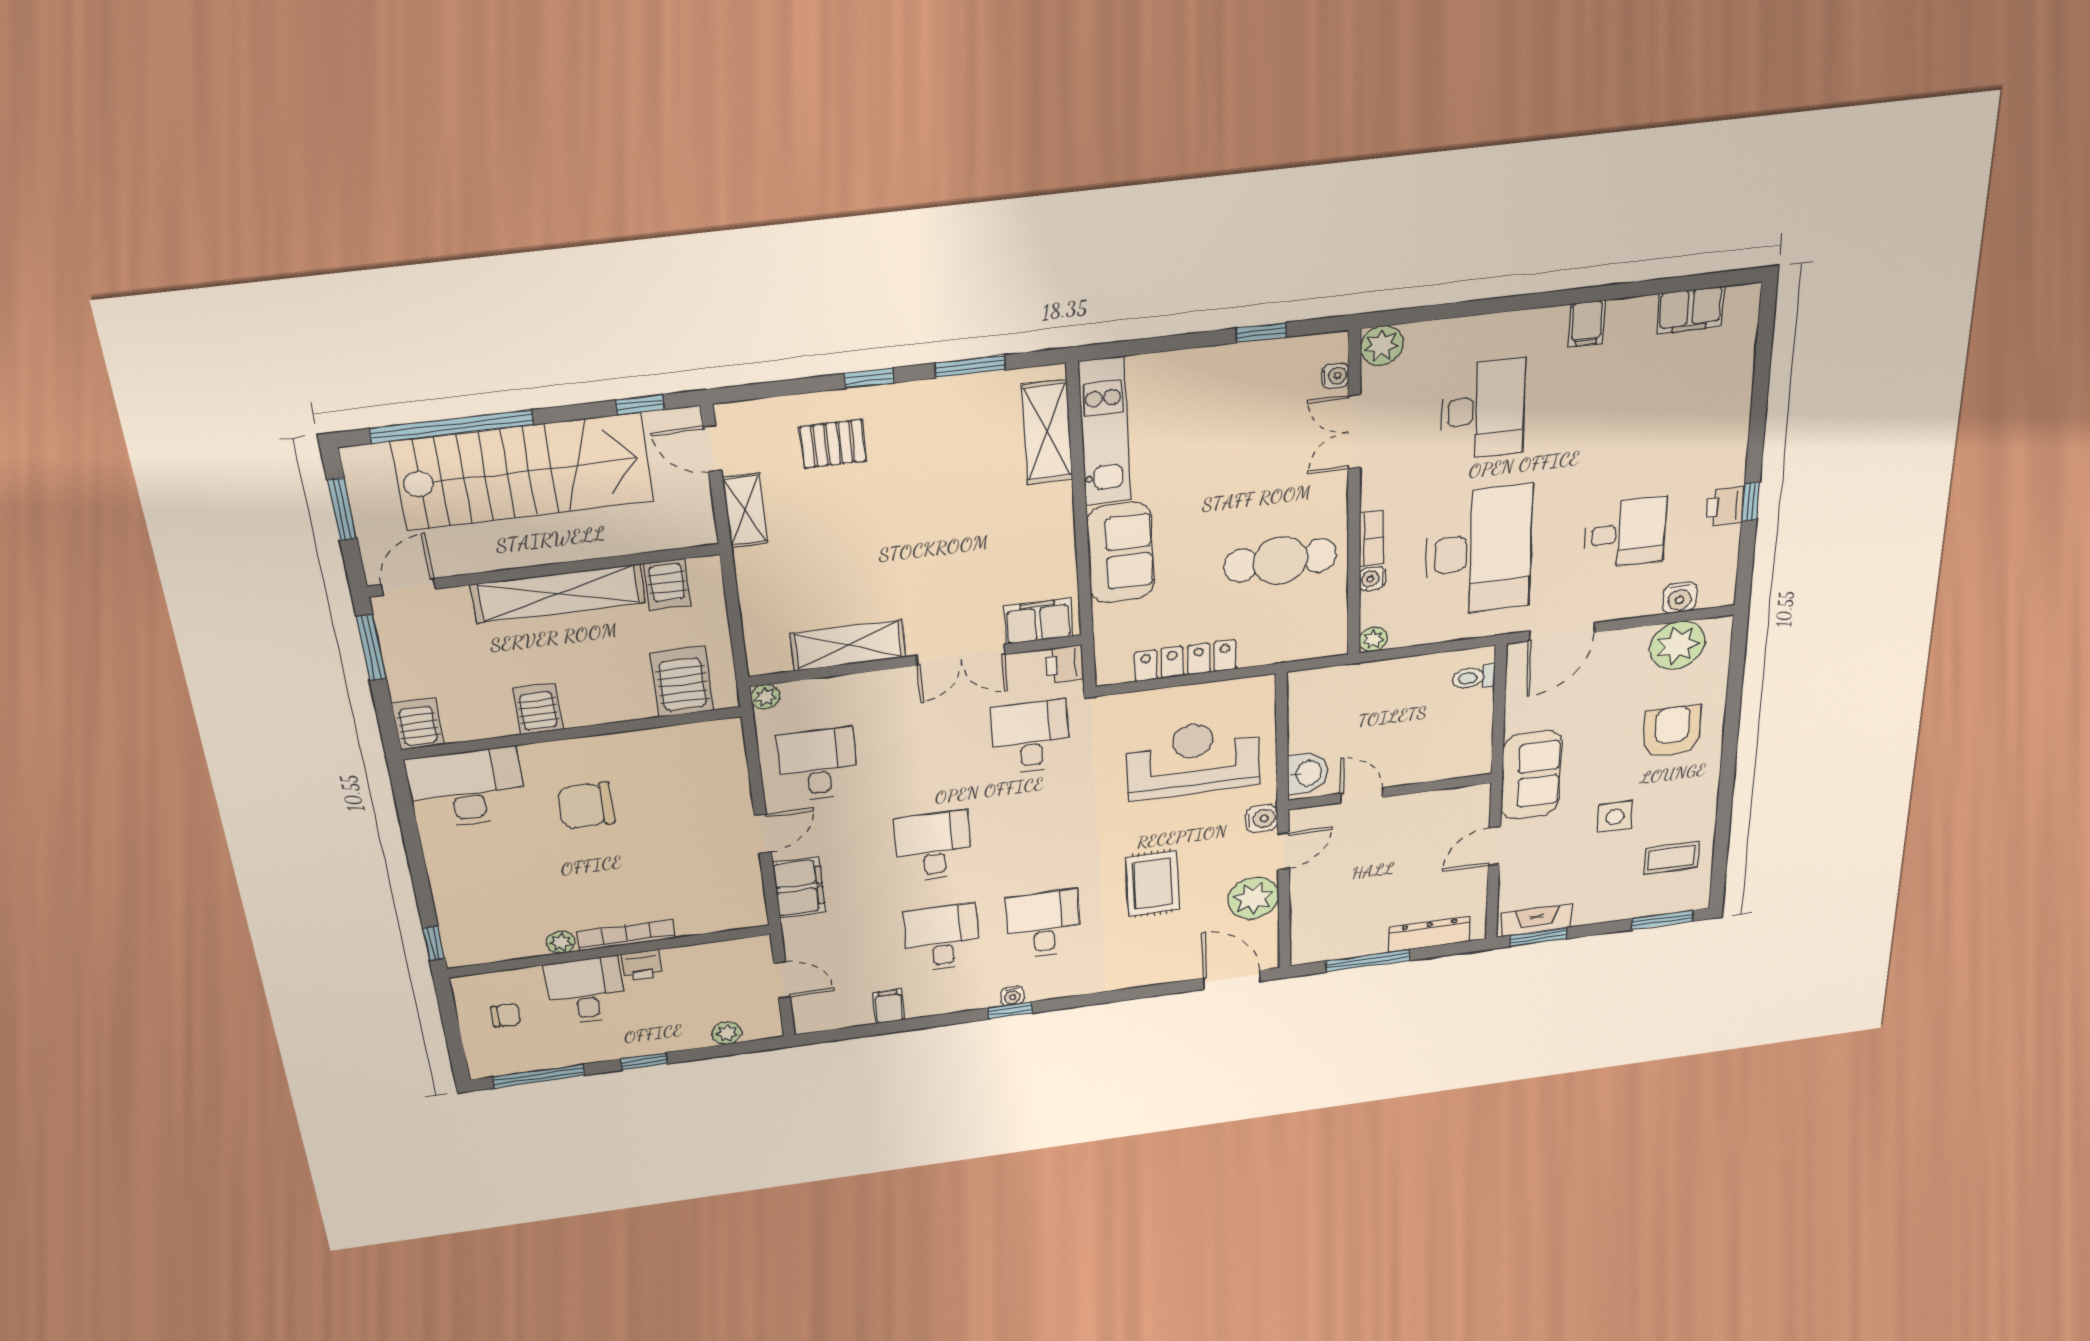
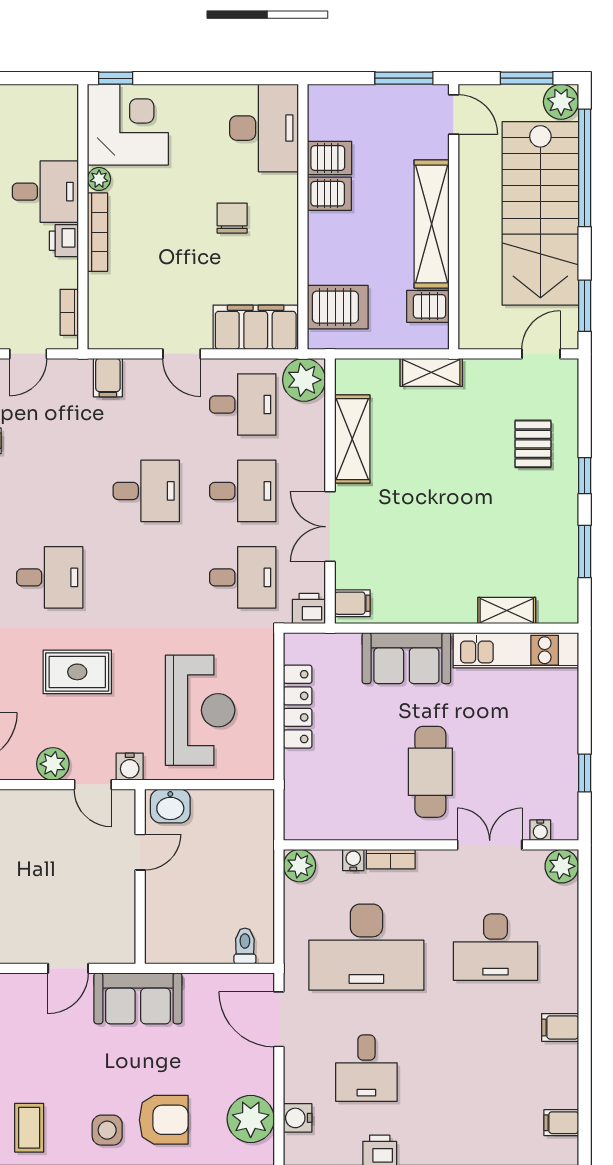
filing cabinet: (1690, 310) -> (561, 1123), width x0.50
window: (640, 405) -> (585, 306), width x1.50
shelving: (1047, 432) -> (507, 610), width x0.67, depth x0.75
plant: (366, 465) -> (561, 102), added
shelving: (745, 510) -> (431, 372), moved
cafe table: (1280, 561) -> (430, 772), moved
filing cabinet: (1038, 621) -> (352, 603), width x0.50
plant: (1373, 639) -> (299, 866), width x1.38, depth x1.38
plant: (765, 697) -> (304, 380), width x1.88, depth x1.88
server rack: (418, 724) -> (330, 158), moved
filing cabinet: (720, 764) -> (256, 327), added
chair: (586, 806) -> (232, 218), width x0.73, depth x0.73
side table: (1615, 817) -> (107, 1130), moved
door: (1494, 846) -> (68, 968), swing flipped
filing cabinet: (799, 888) -> (108, 378), width x0.50
plant: (1253, 898) -> (53, 764), width x0.73, depth x0.73
corner desk: (489, 924) -> (128, 125), added
desk: (942, 938) -> (243, 491), moved
bookcase: (727, 949) -> (69, 312), added
chair: (506, 1015) -> (31, 124), removed

